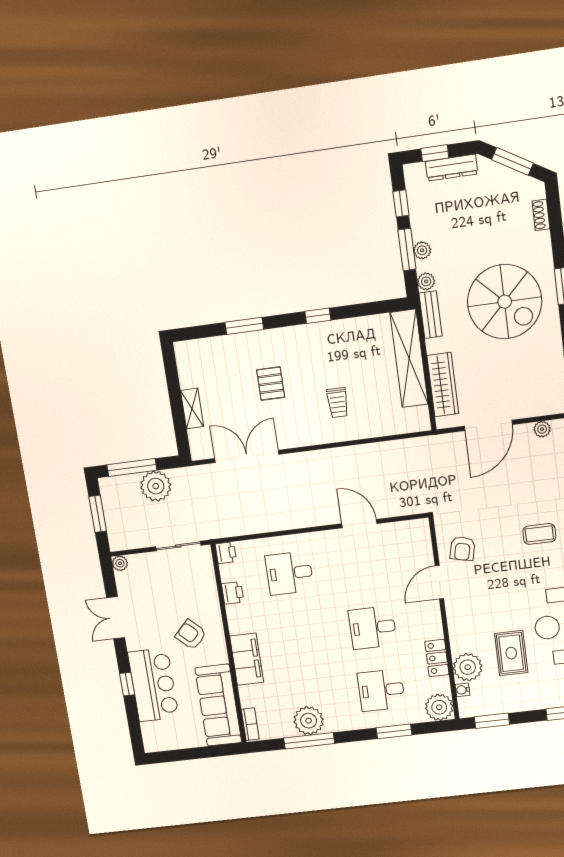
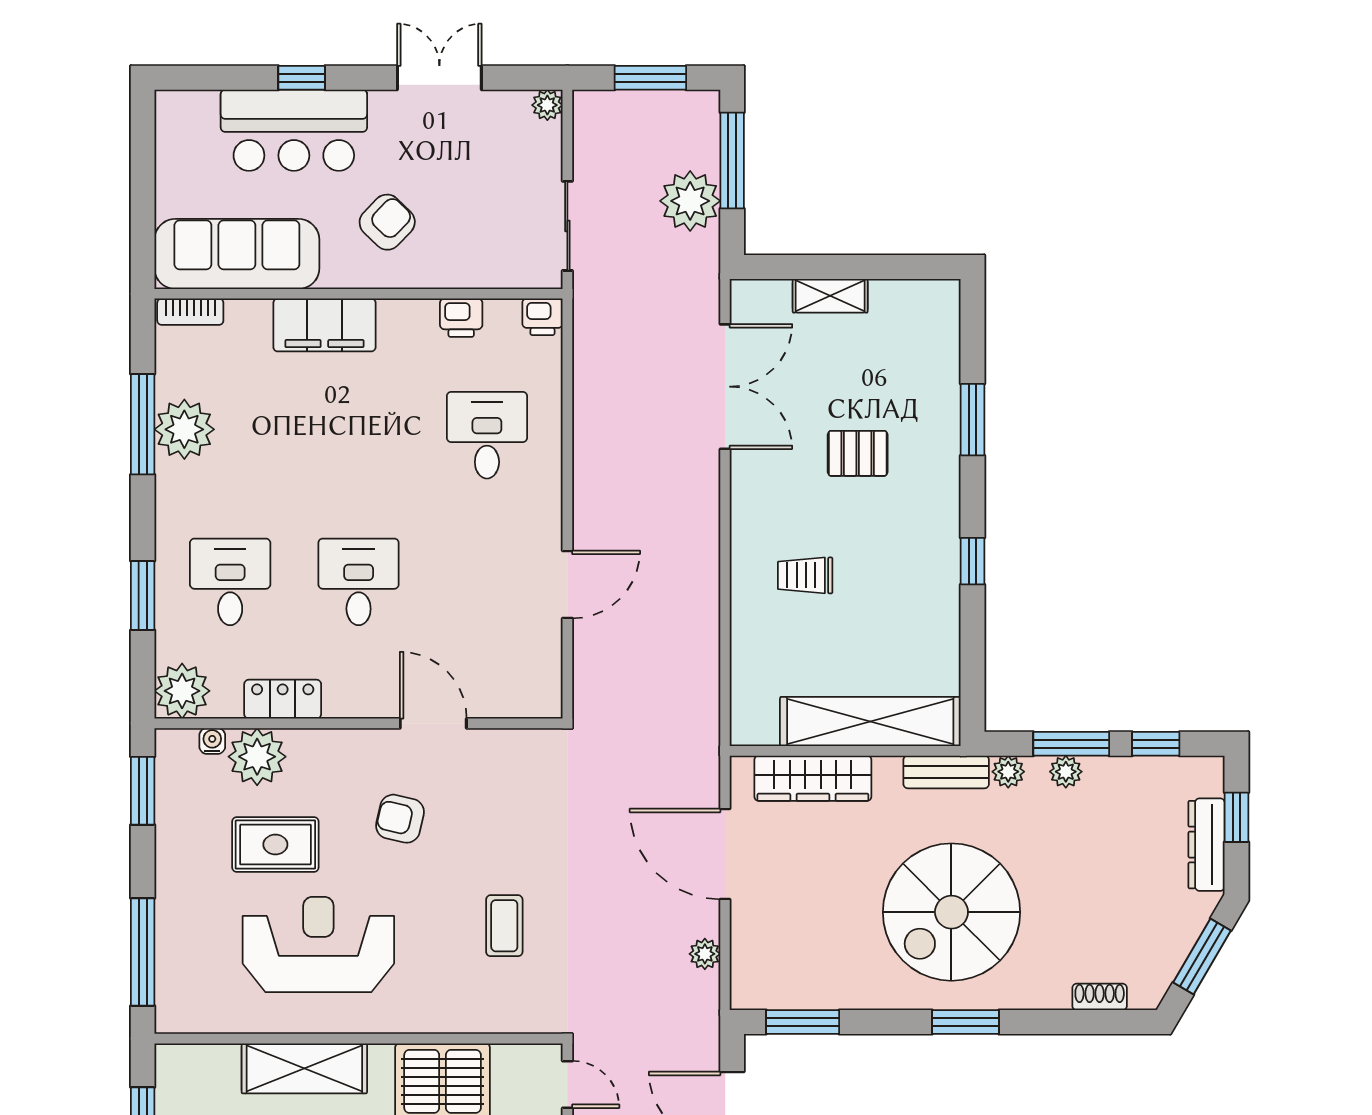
armchair: (463, 549) -> (400, 819), moved

